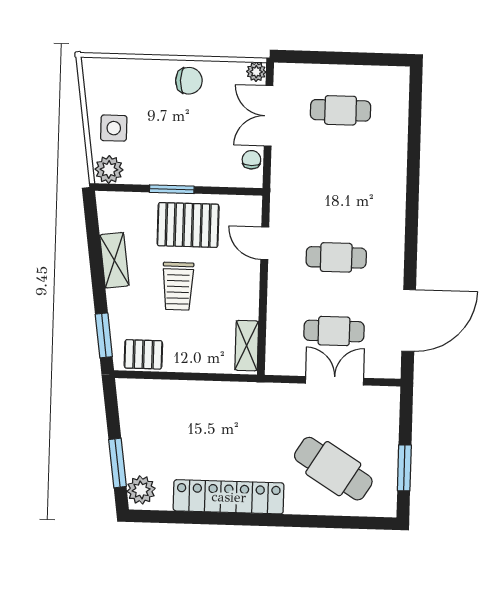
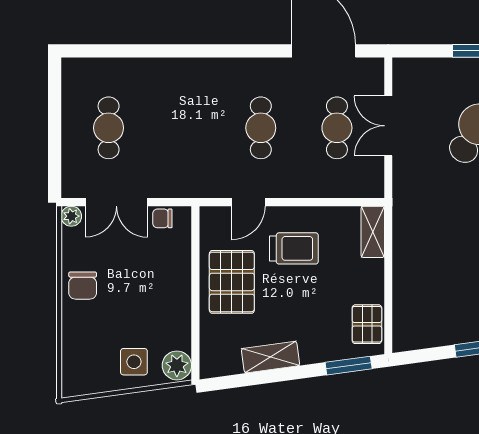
chair: (189, 81) -> (83, 286), turned 180
window: (172, 189) -> (195, 300), removed
trolley: (178, 286) -> (294, 248), moved
shelving: (247, 346) -> (373, 232), moved, turned 90

